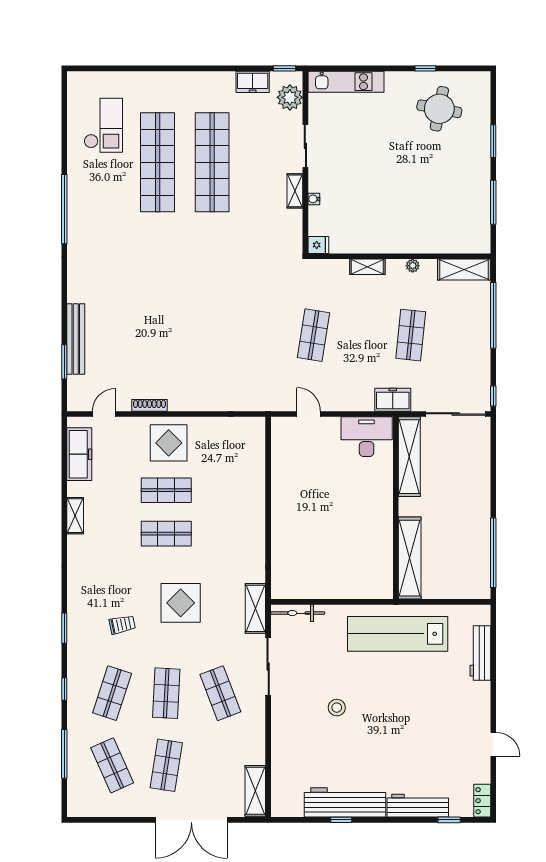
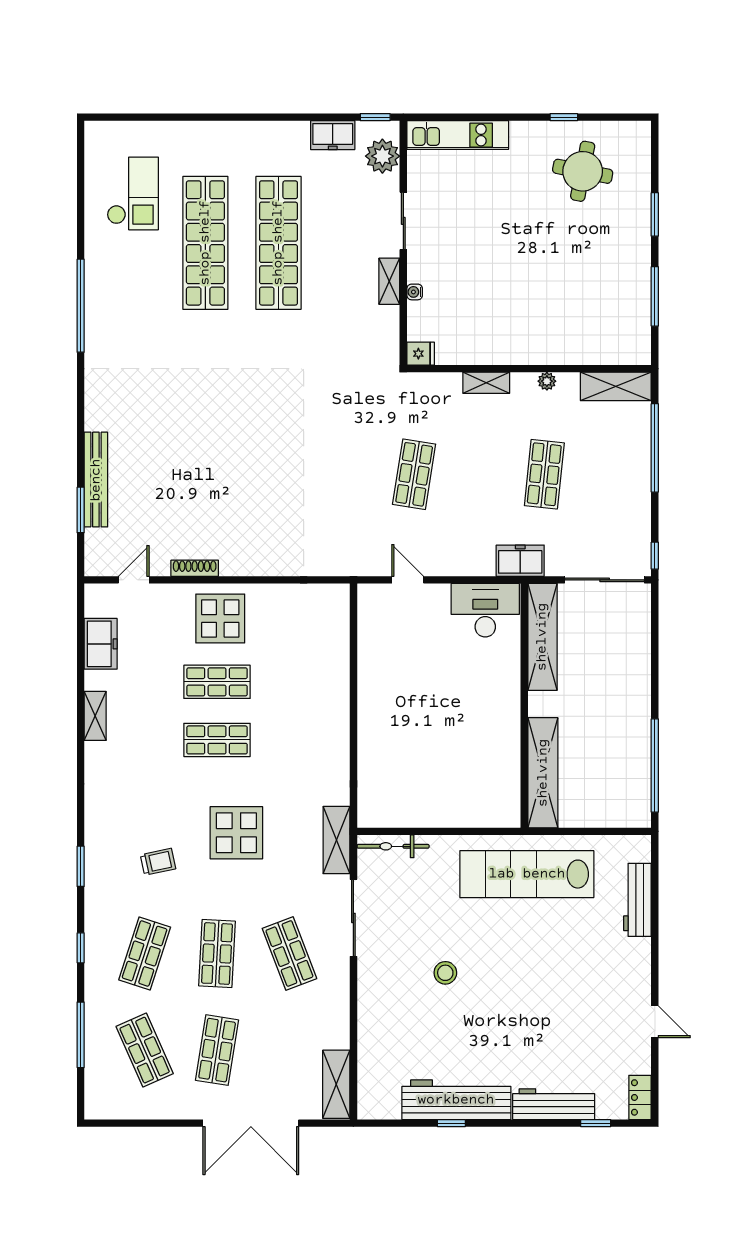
freezer: (79, 454) -> (101, 644), width x0.71

